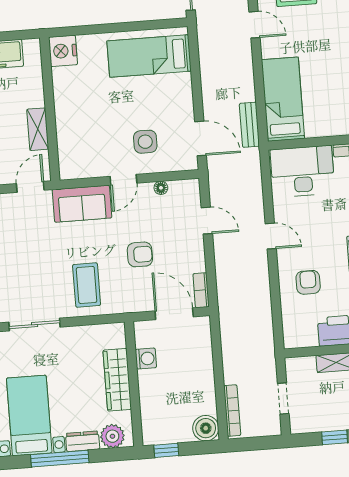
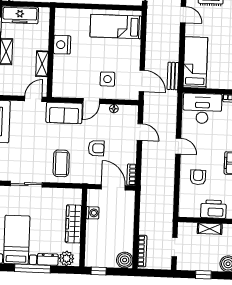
nightstand: (63, 51) -> (62, 45), moved

